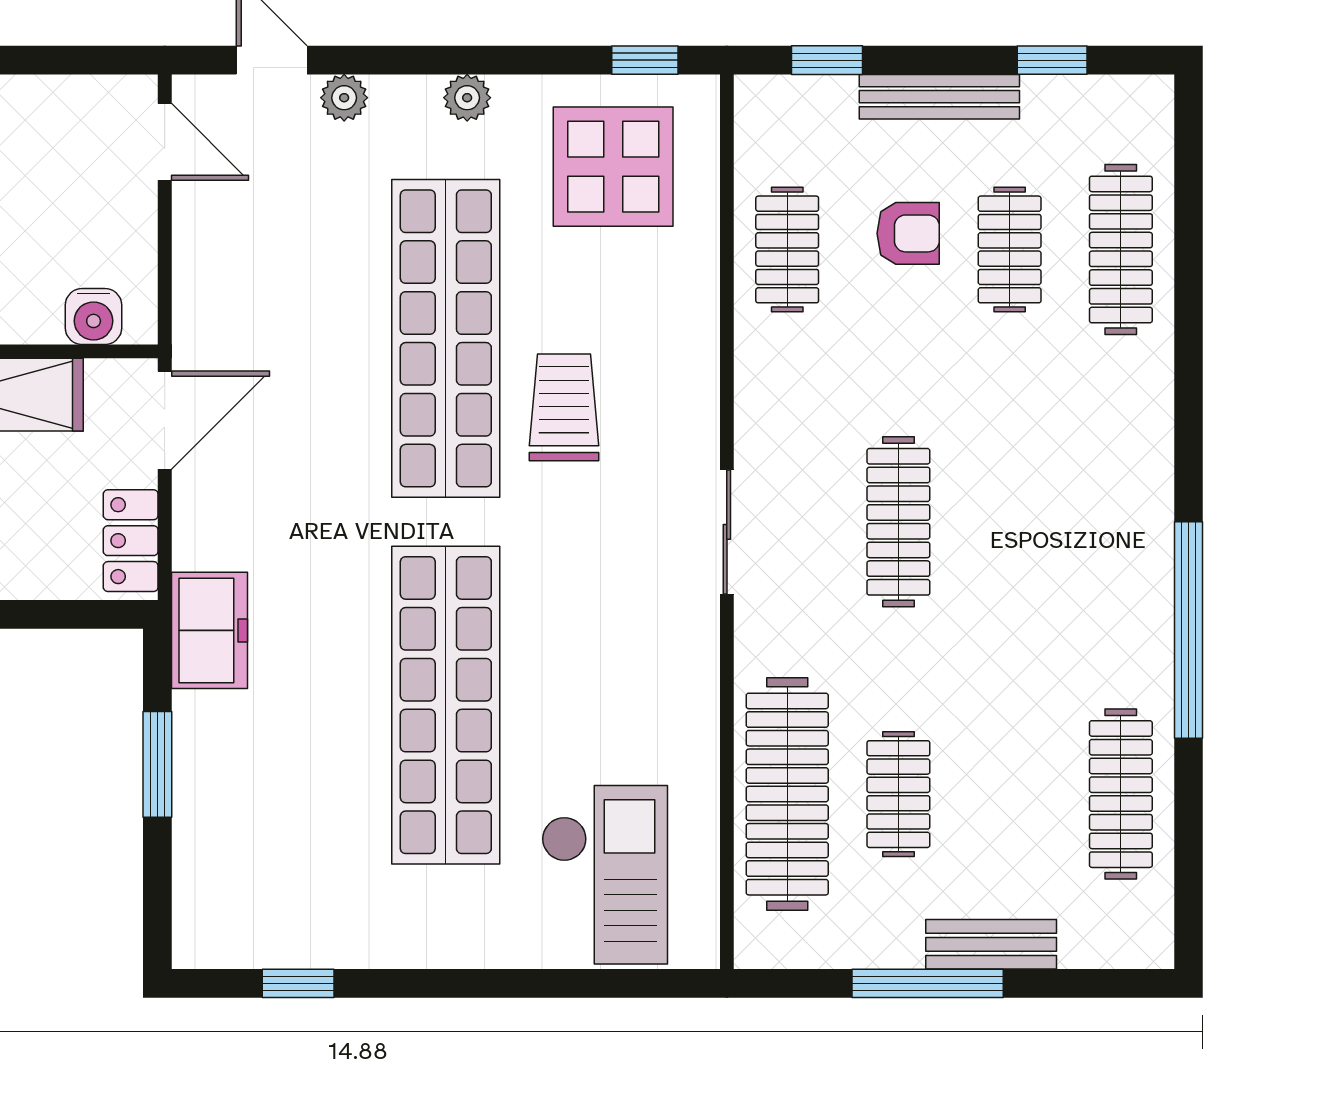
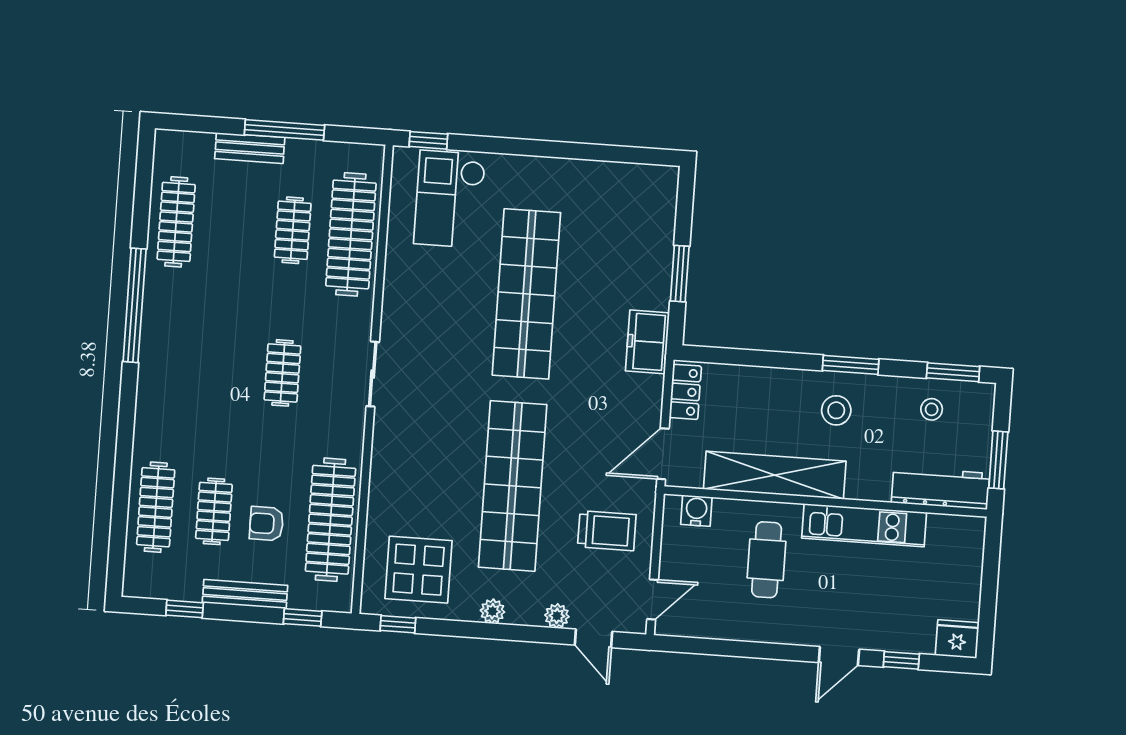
door: (165, 142) -> (653, 599), swing flipped
clothes rail: (787, 249) -> (330, 520), width x1.86, depth x1.31
trolley: (564, 407) -> (607, 531), moved, turned -90
clothes rail: (898, 522) -> (282, 373), width x0.73
window: (298, 983) -> (428, 140), moved

